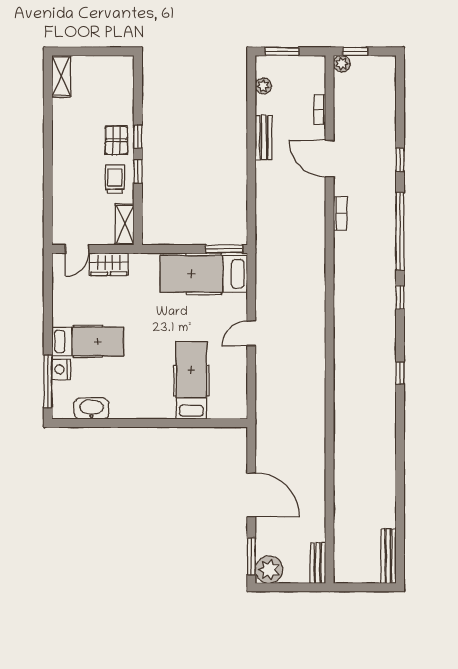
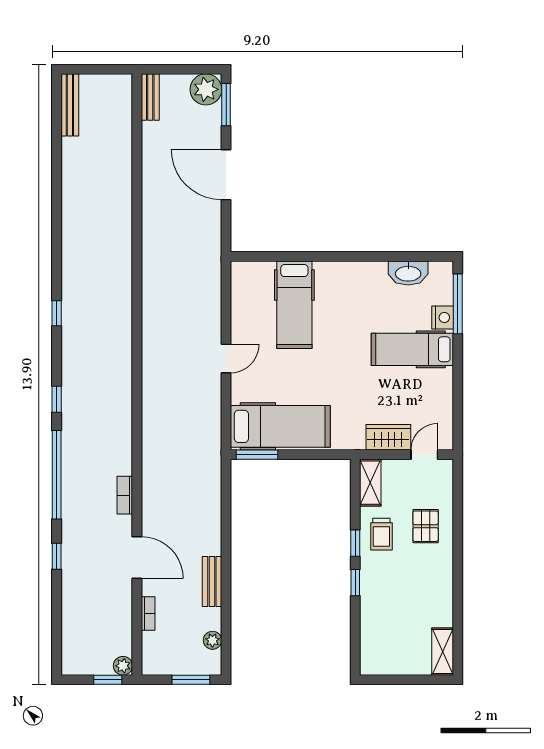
pallet: (116, 140) -> (426, 526), moved

